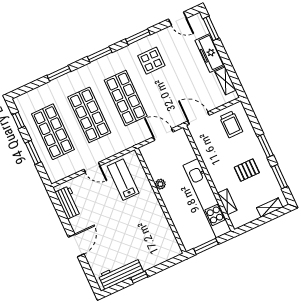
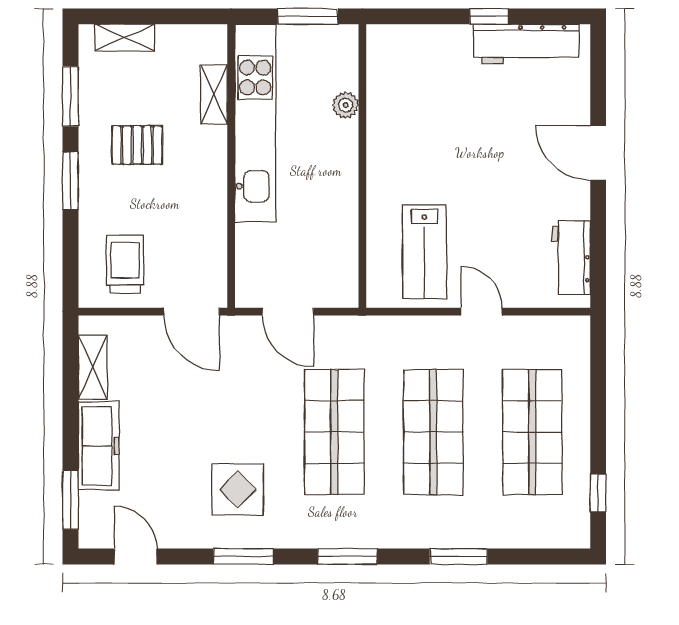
window: (33, 152) -> (598, 406), removed
plant: (160, 184) -> (346, 105), moved
door: (76, 246) -> (598, 153), hinge flipped

